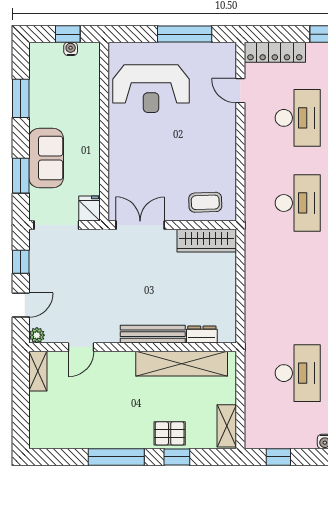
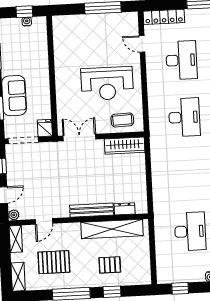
reception desk: (151, 89) -> (107, 84), moved
pallet: (93, 409) -> (54, 262), added
shelving: (227, 426) -> (18, 277), moved
pallet: (170, 433) -> (110, 265), moved

